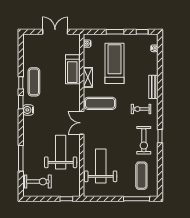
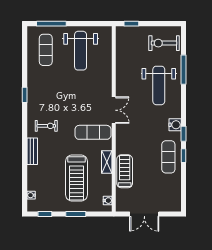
exercise bike: (144, 140) -> (43, 90), removed
weight bench: (61, 152) -> (159, 85), moved
weight bench: (101, 166) -> (81, 51), moved

